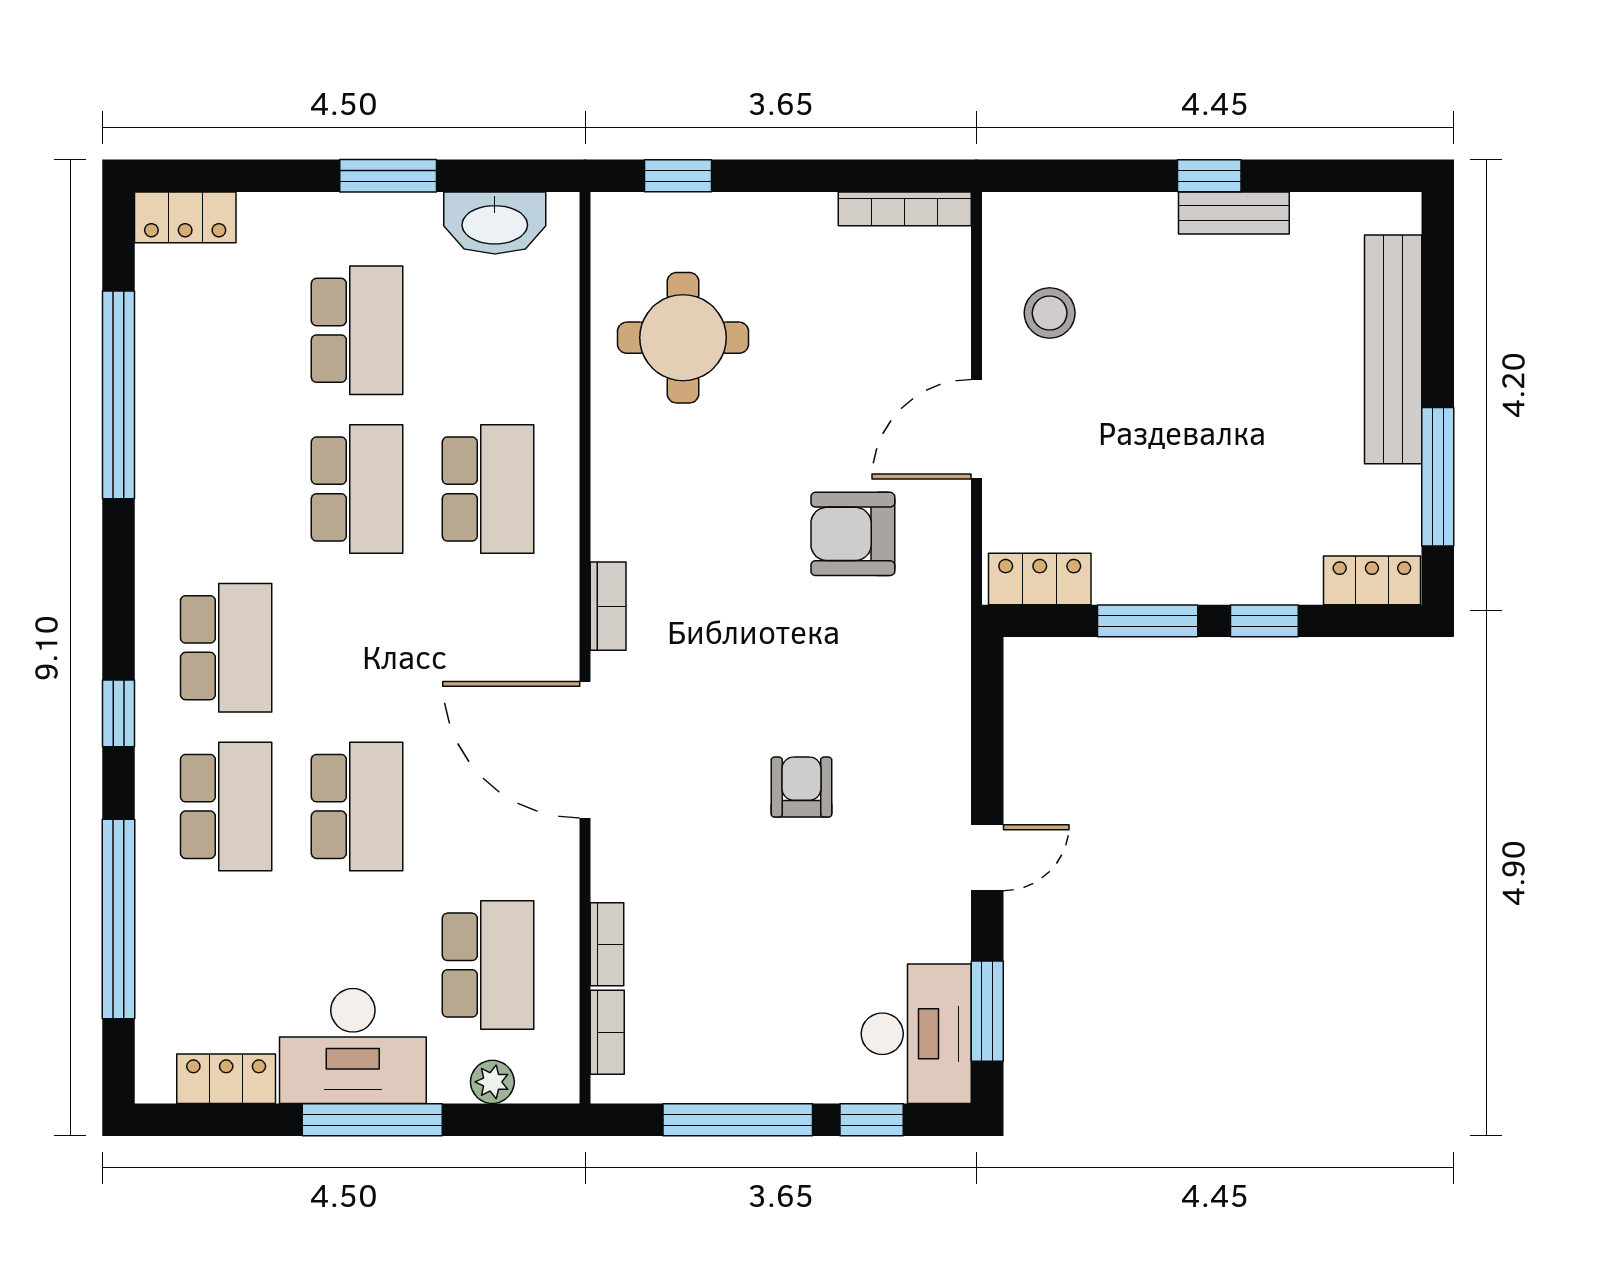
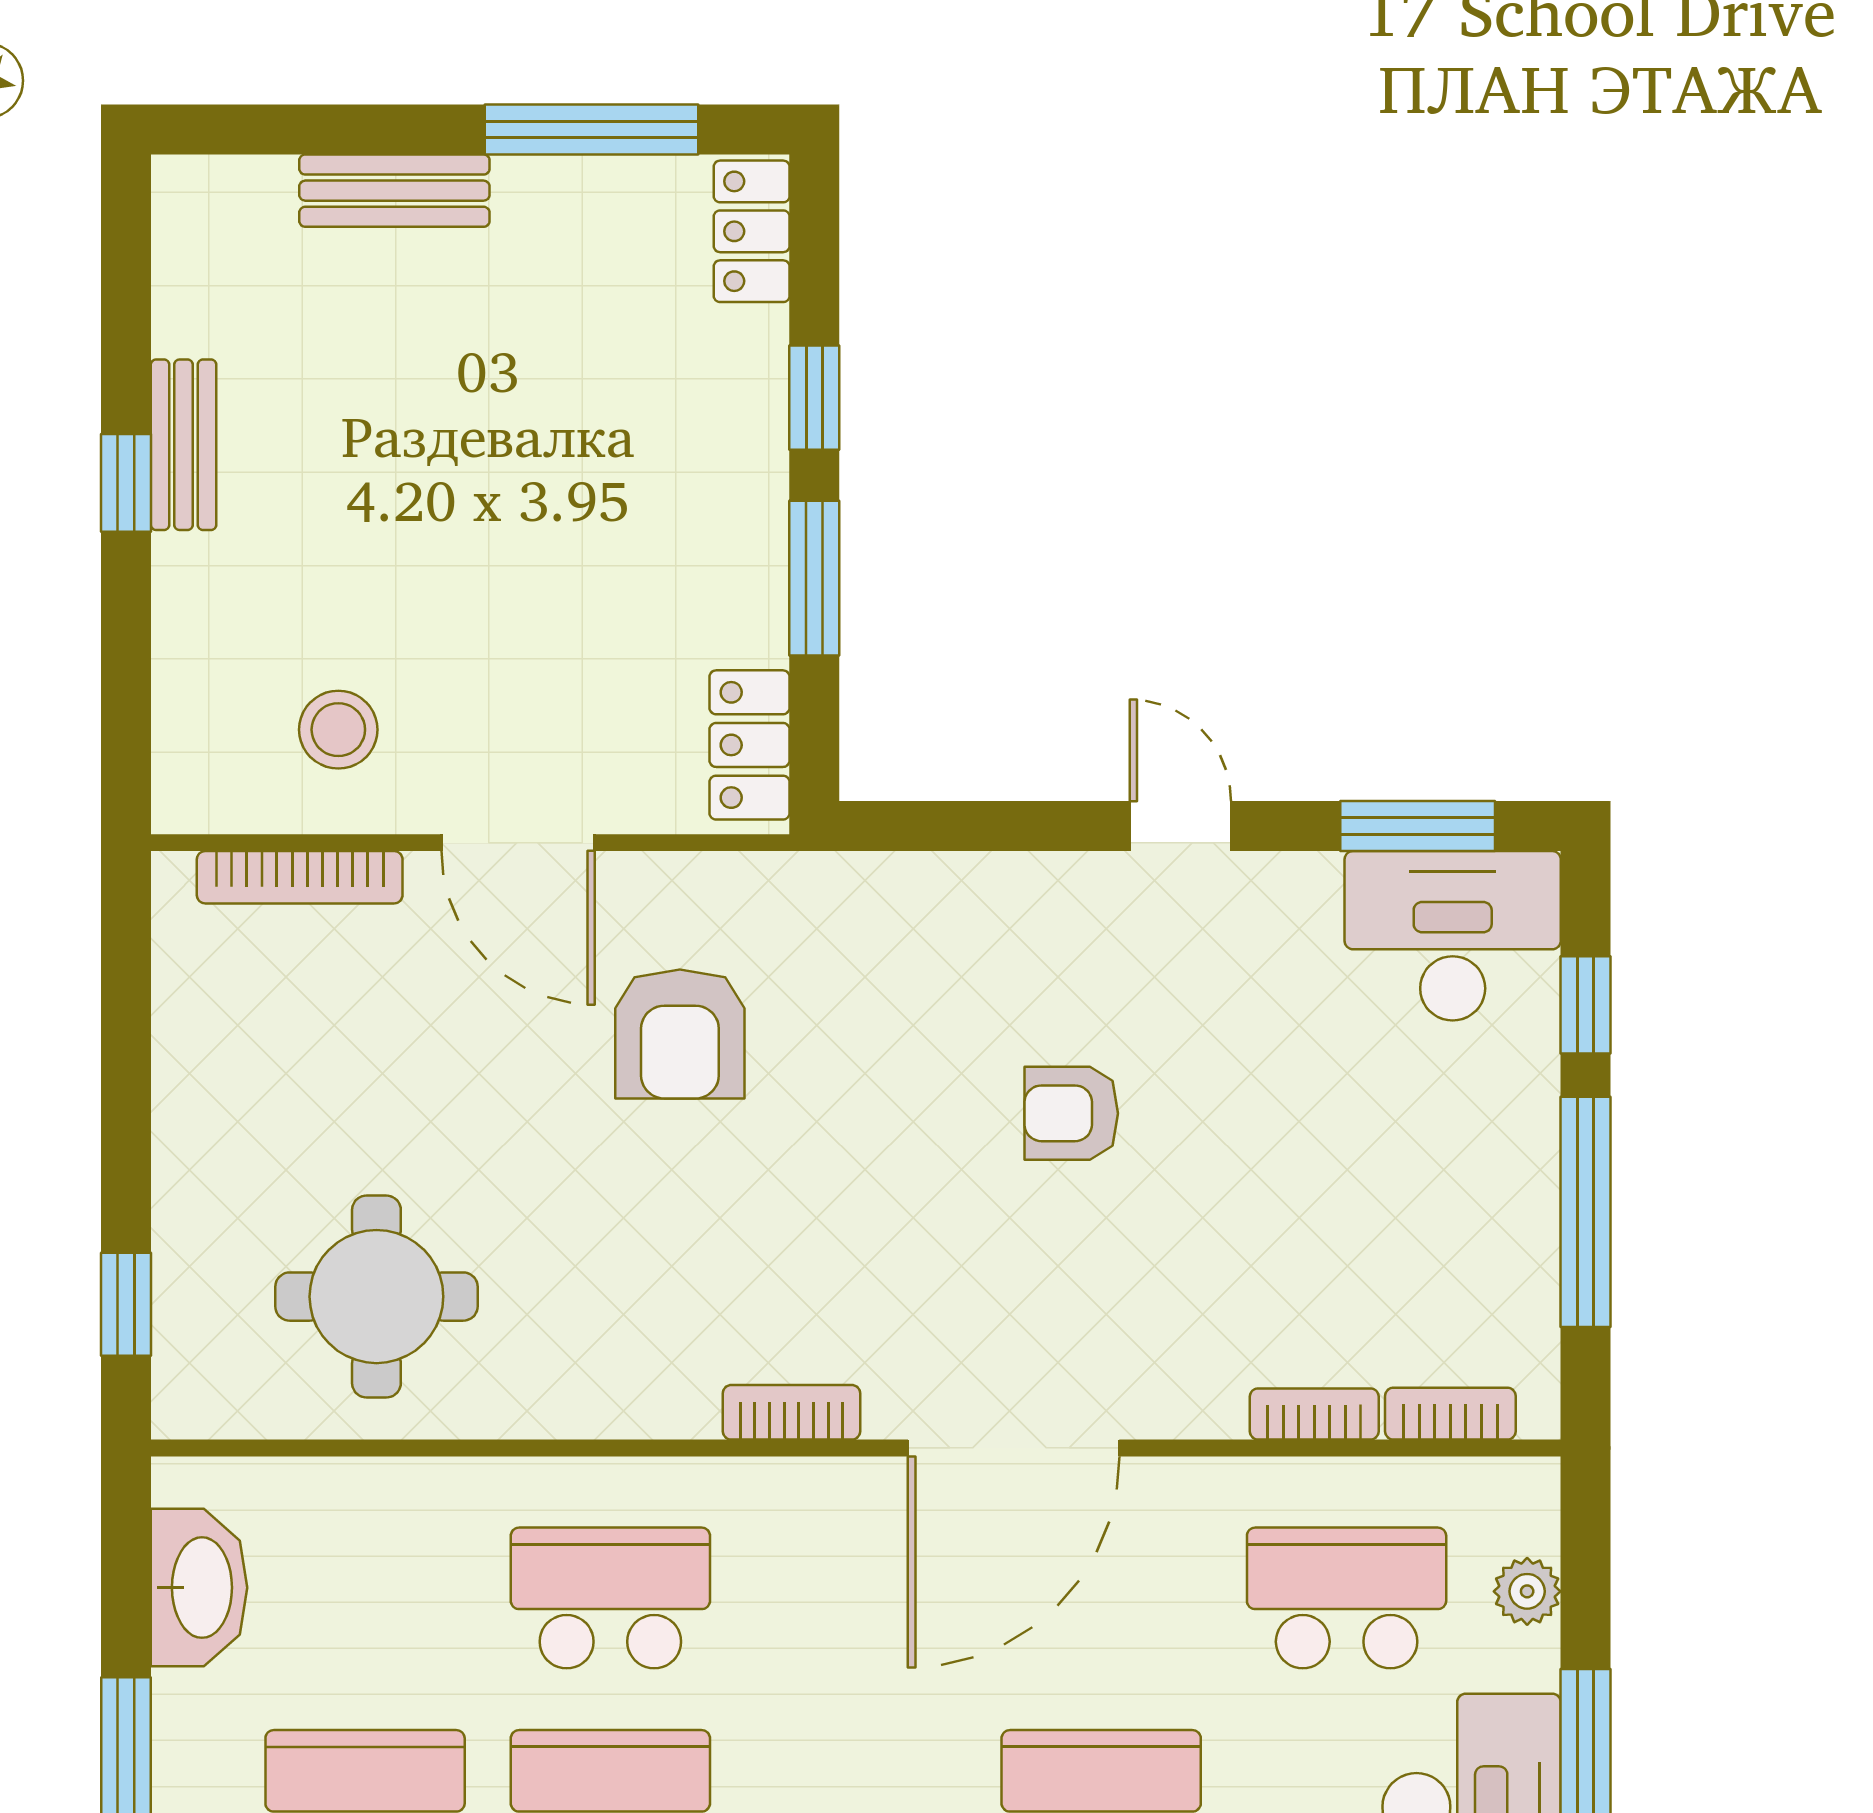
bookcase: (905, 209) -> (300, 877), moved, turned 90
bench: (1393, 349) -> (394, 191), width x0.54, depth x0.82

